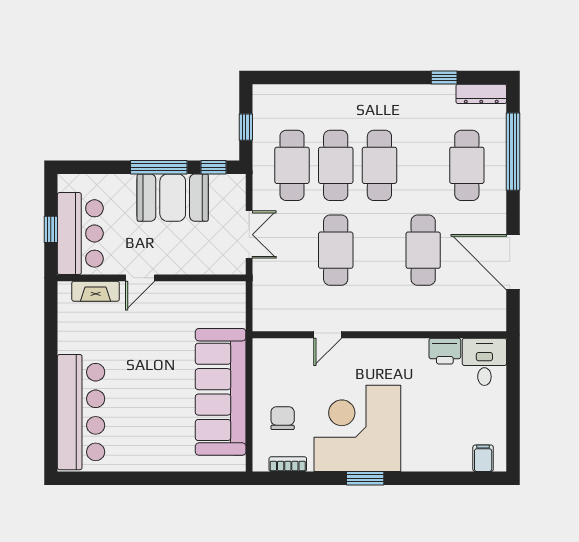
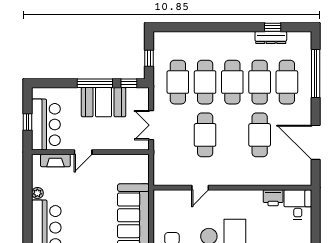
dresser: (481, 94) -> (271, 38), moved
cafe table: (423, 165) -> (260, 82), added
double door: (249, 235) -> (151, 125), swing flipped
plant: (67, 343) -> (37, 193), added

